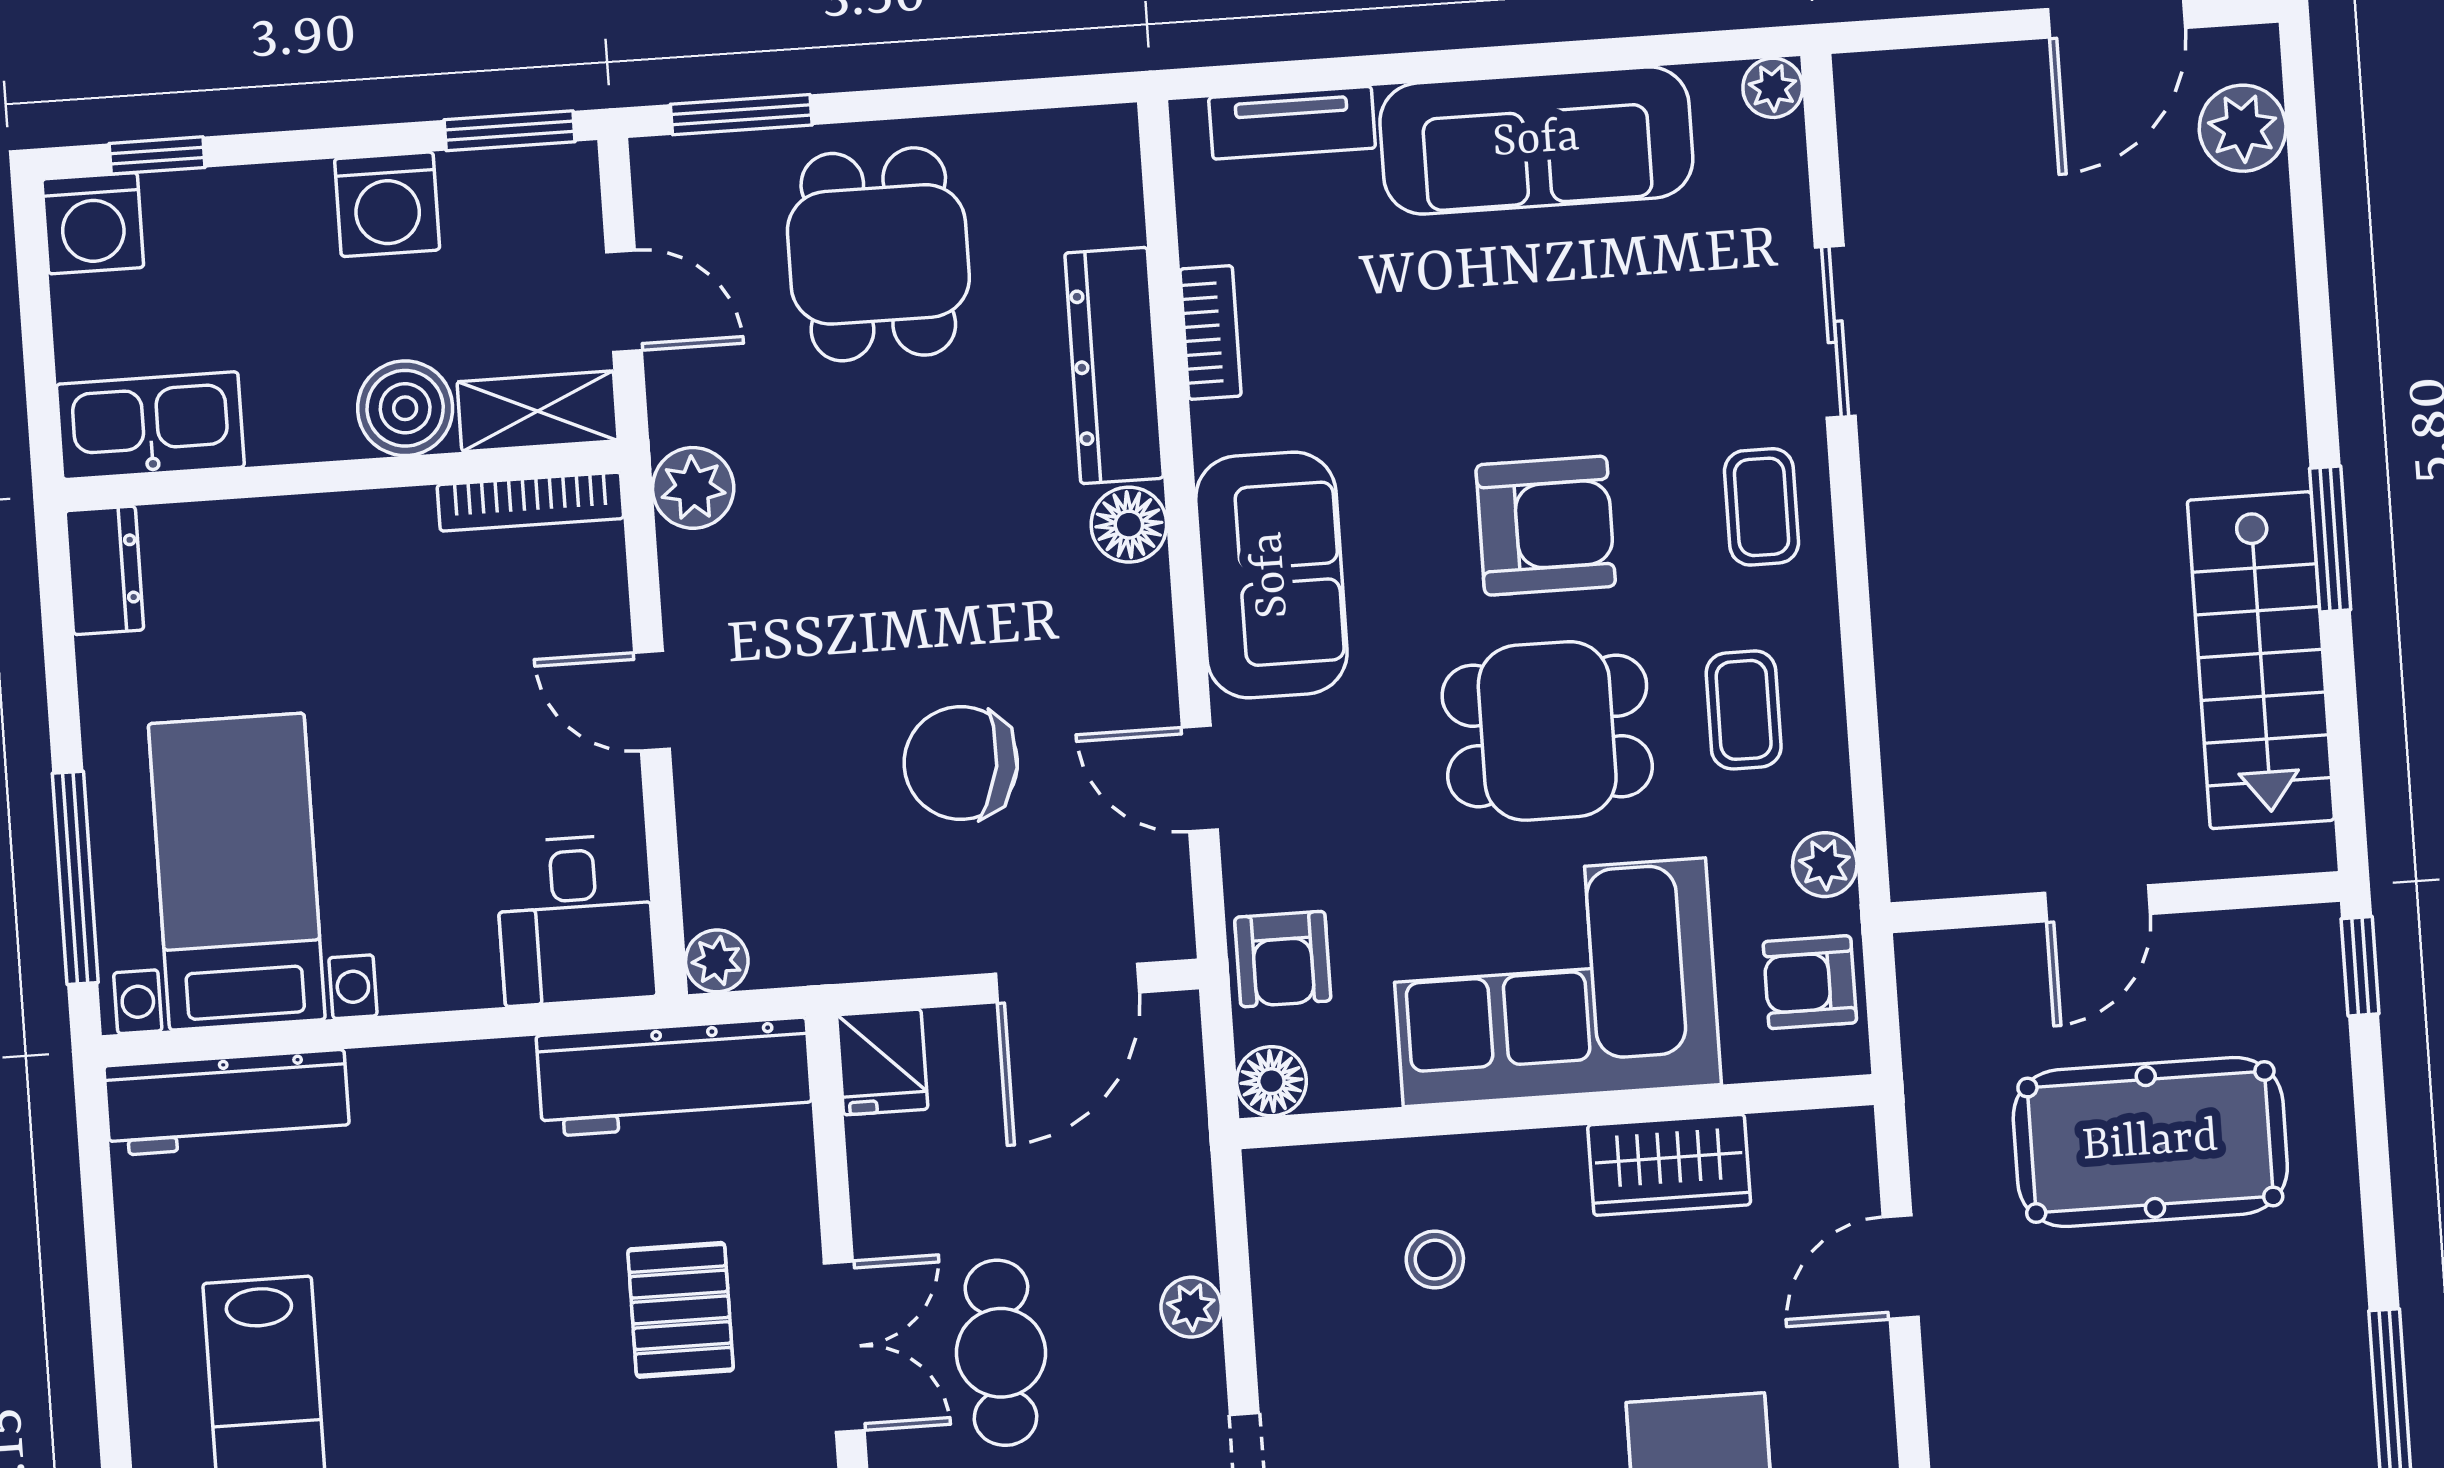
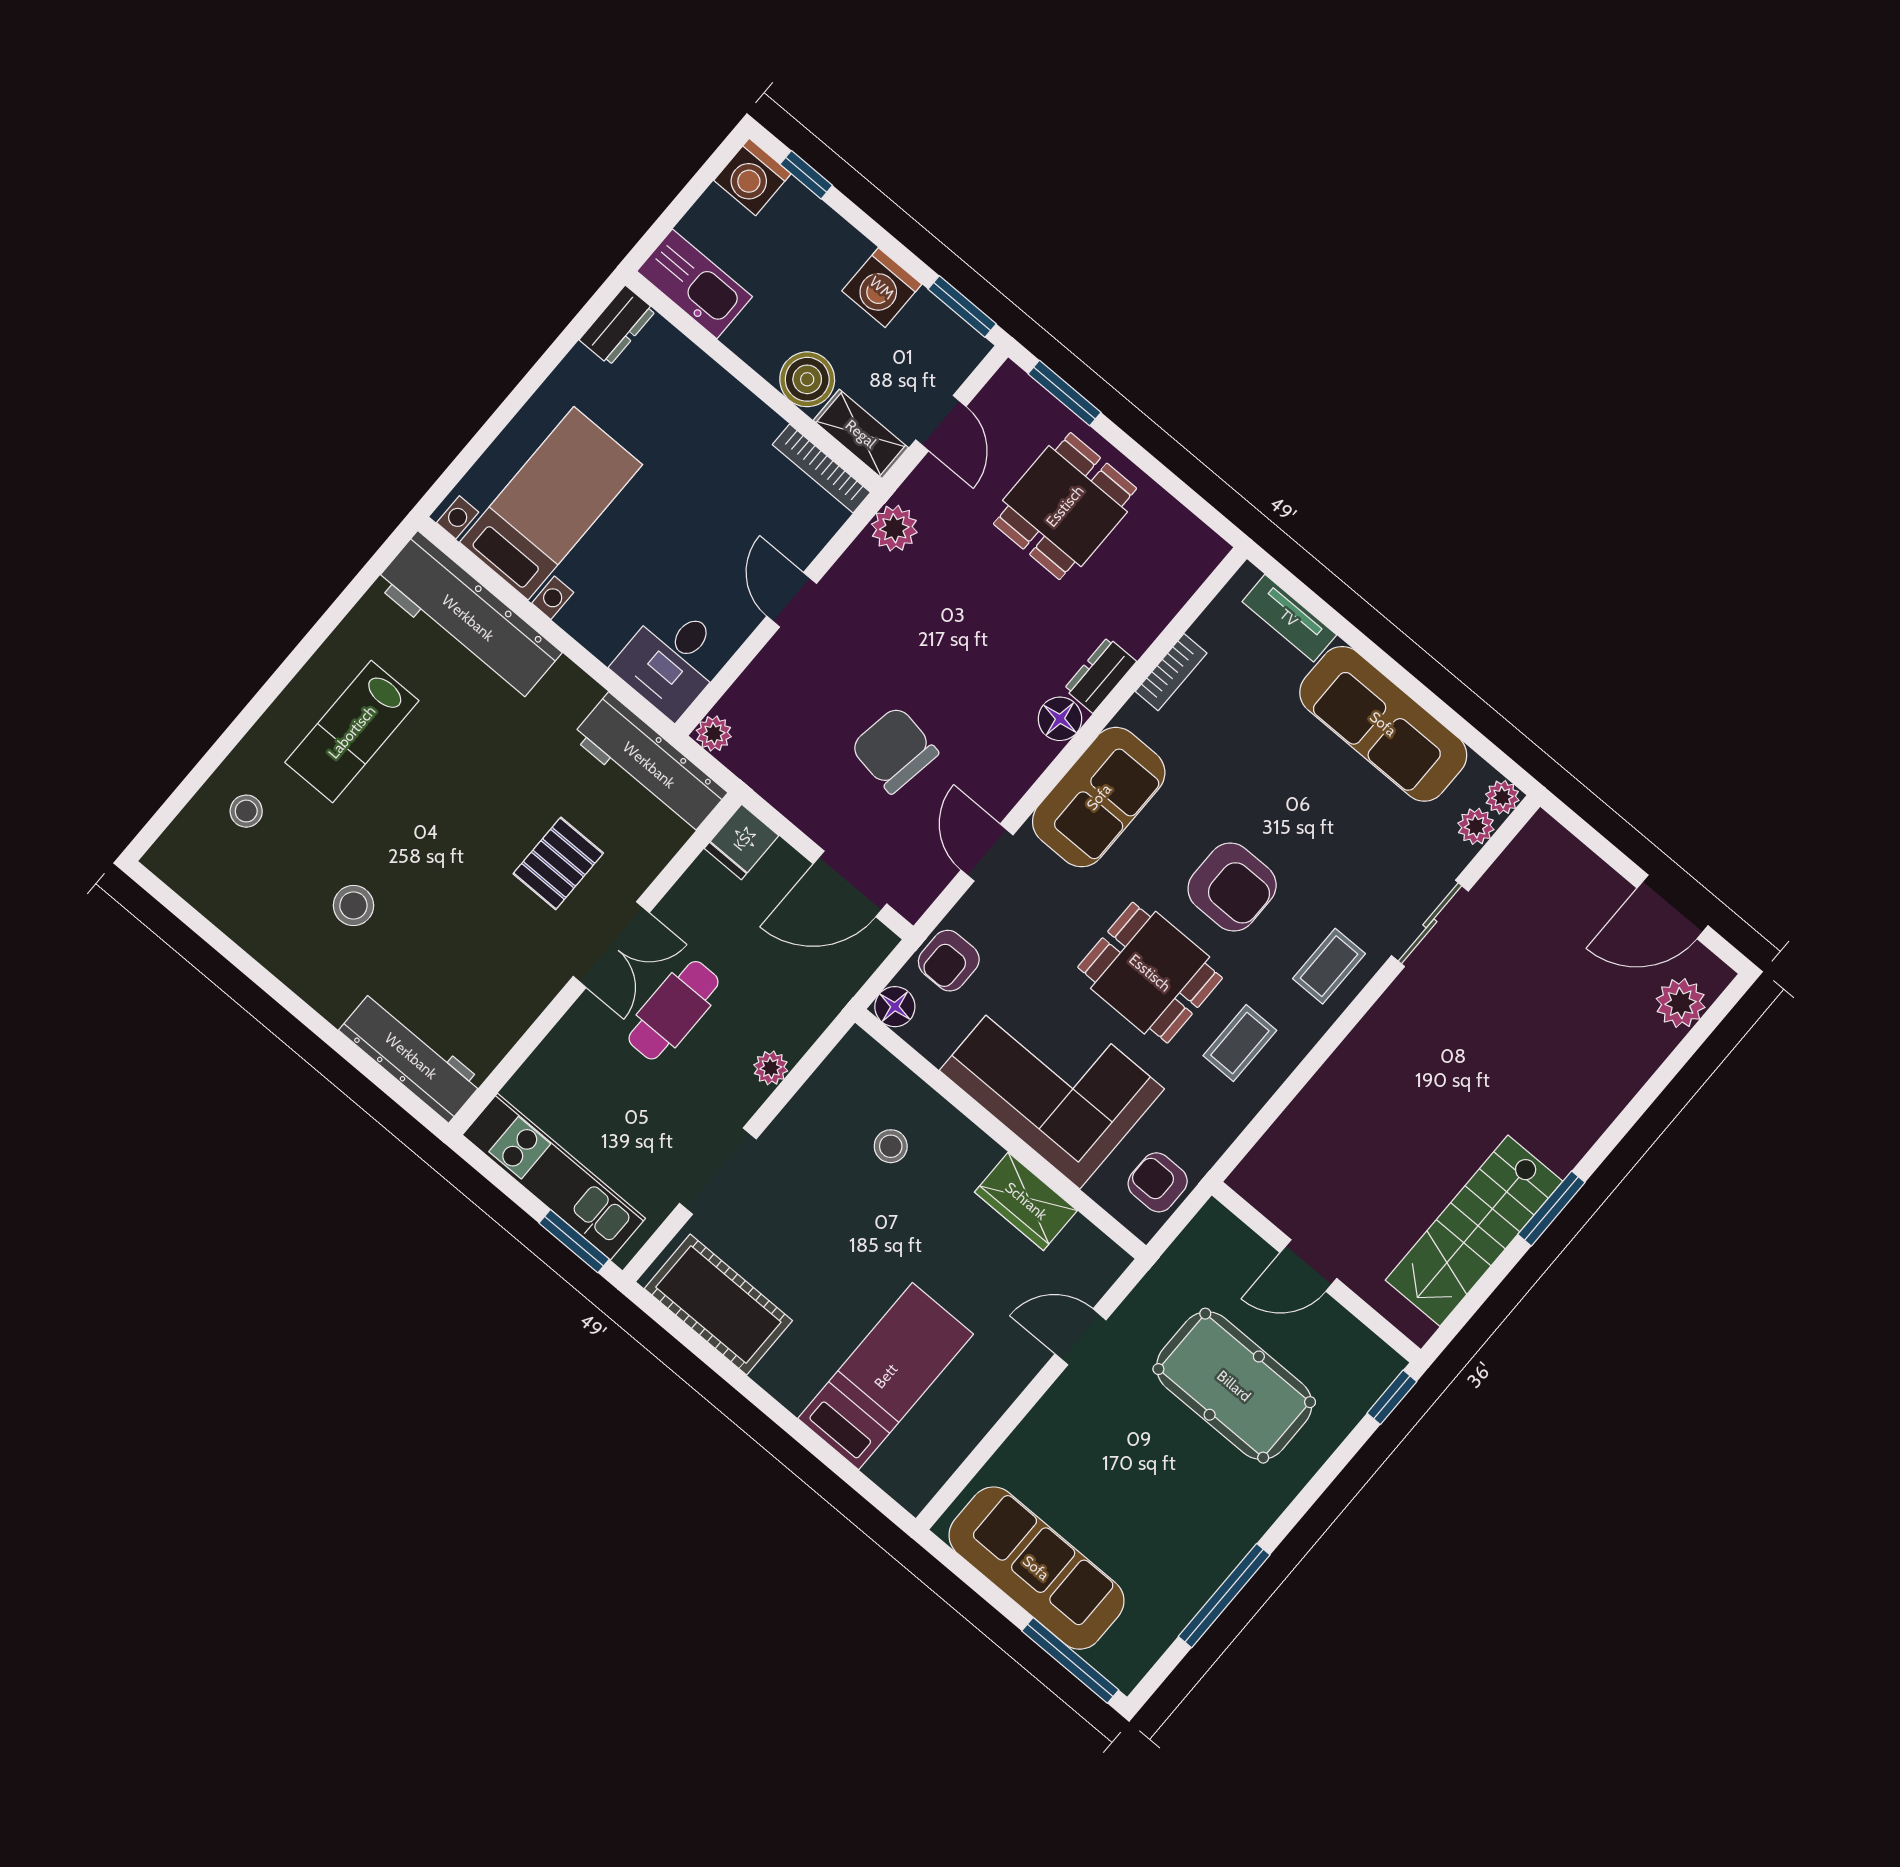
dresser: (1114, 366) -> (1100, 675), width x0.51, depth x0.80
plant: (1825, 865) -> (1476, 826), moved
window: (75, 878) -> (482, 441), removed
workbench: (227, 1103) -> (468, 618), width x1.36, depth x1.32

